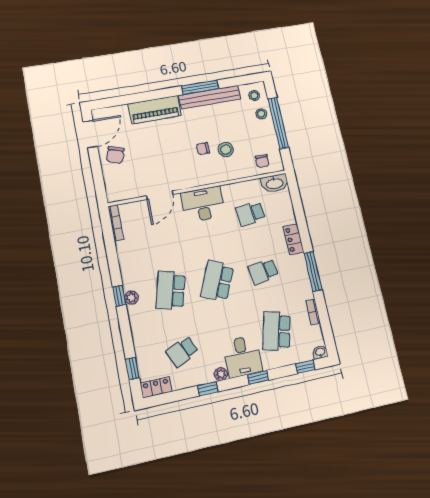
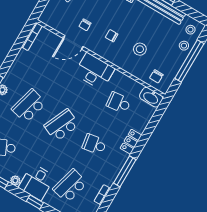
chair: (203, 149) -> (112, 36), moved
chair: (157, 170) -> (85, 25), added

